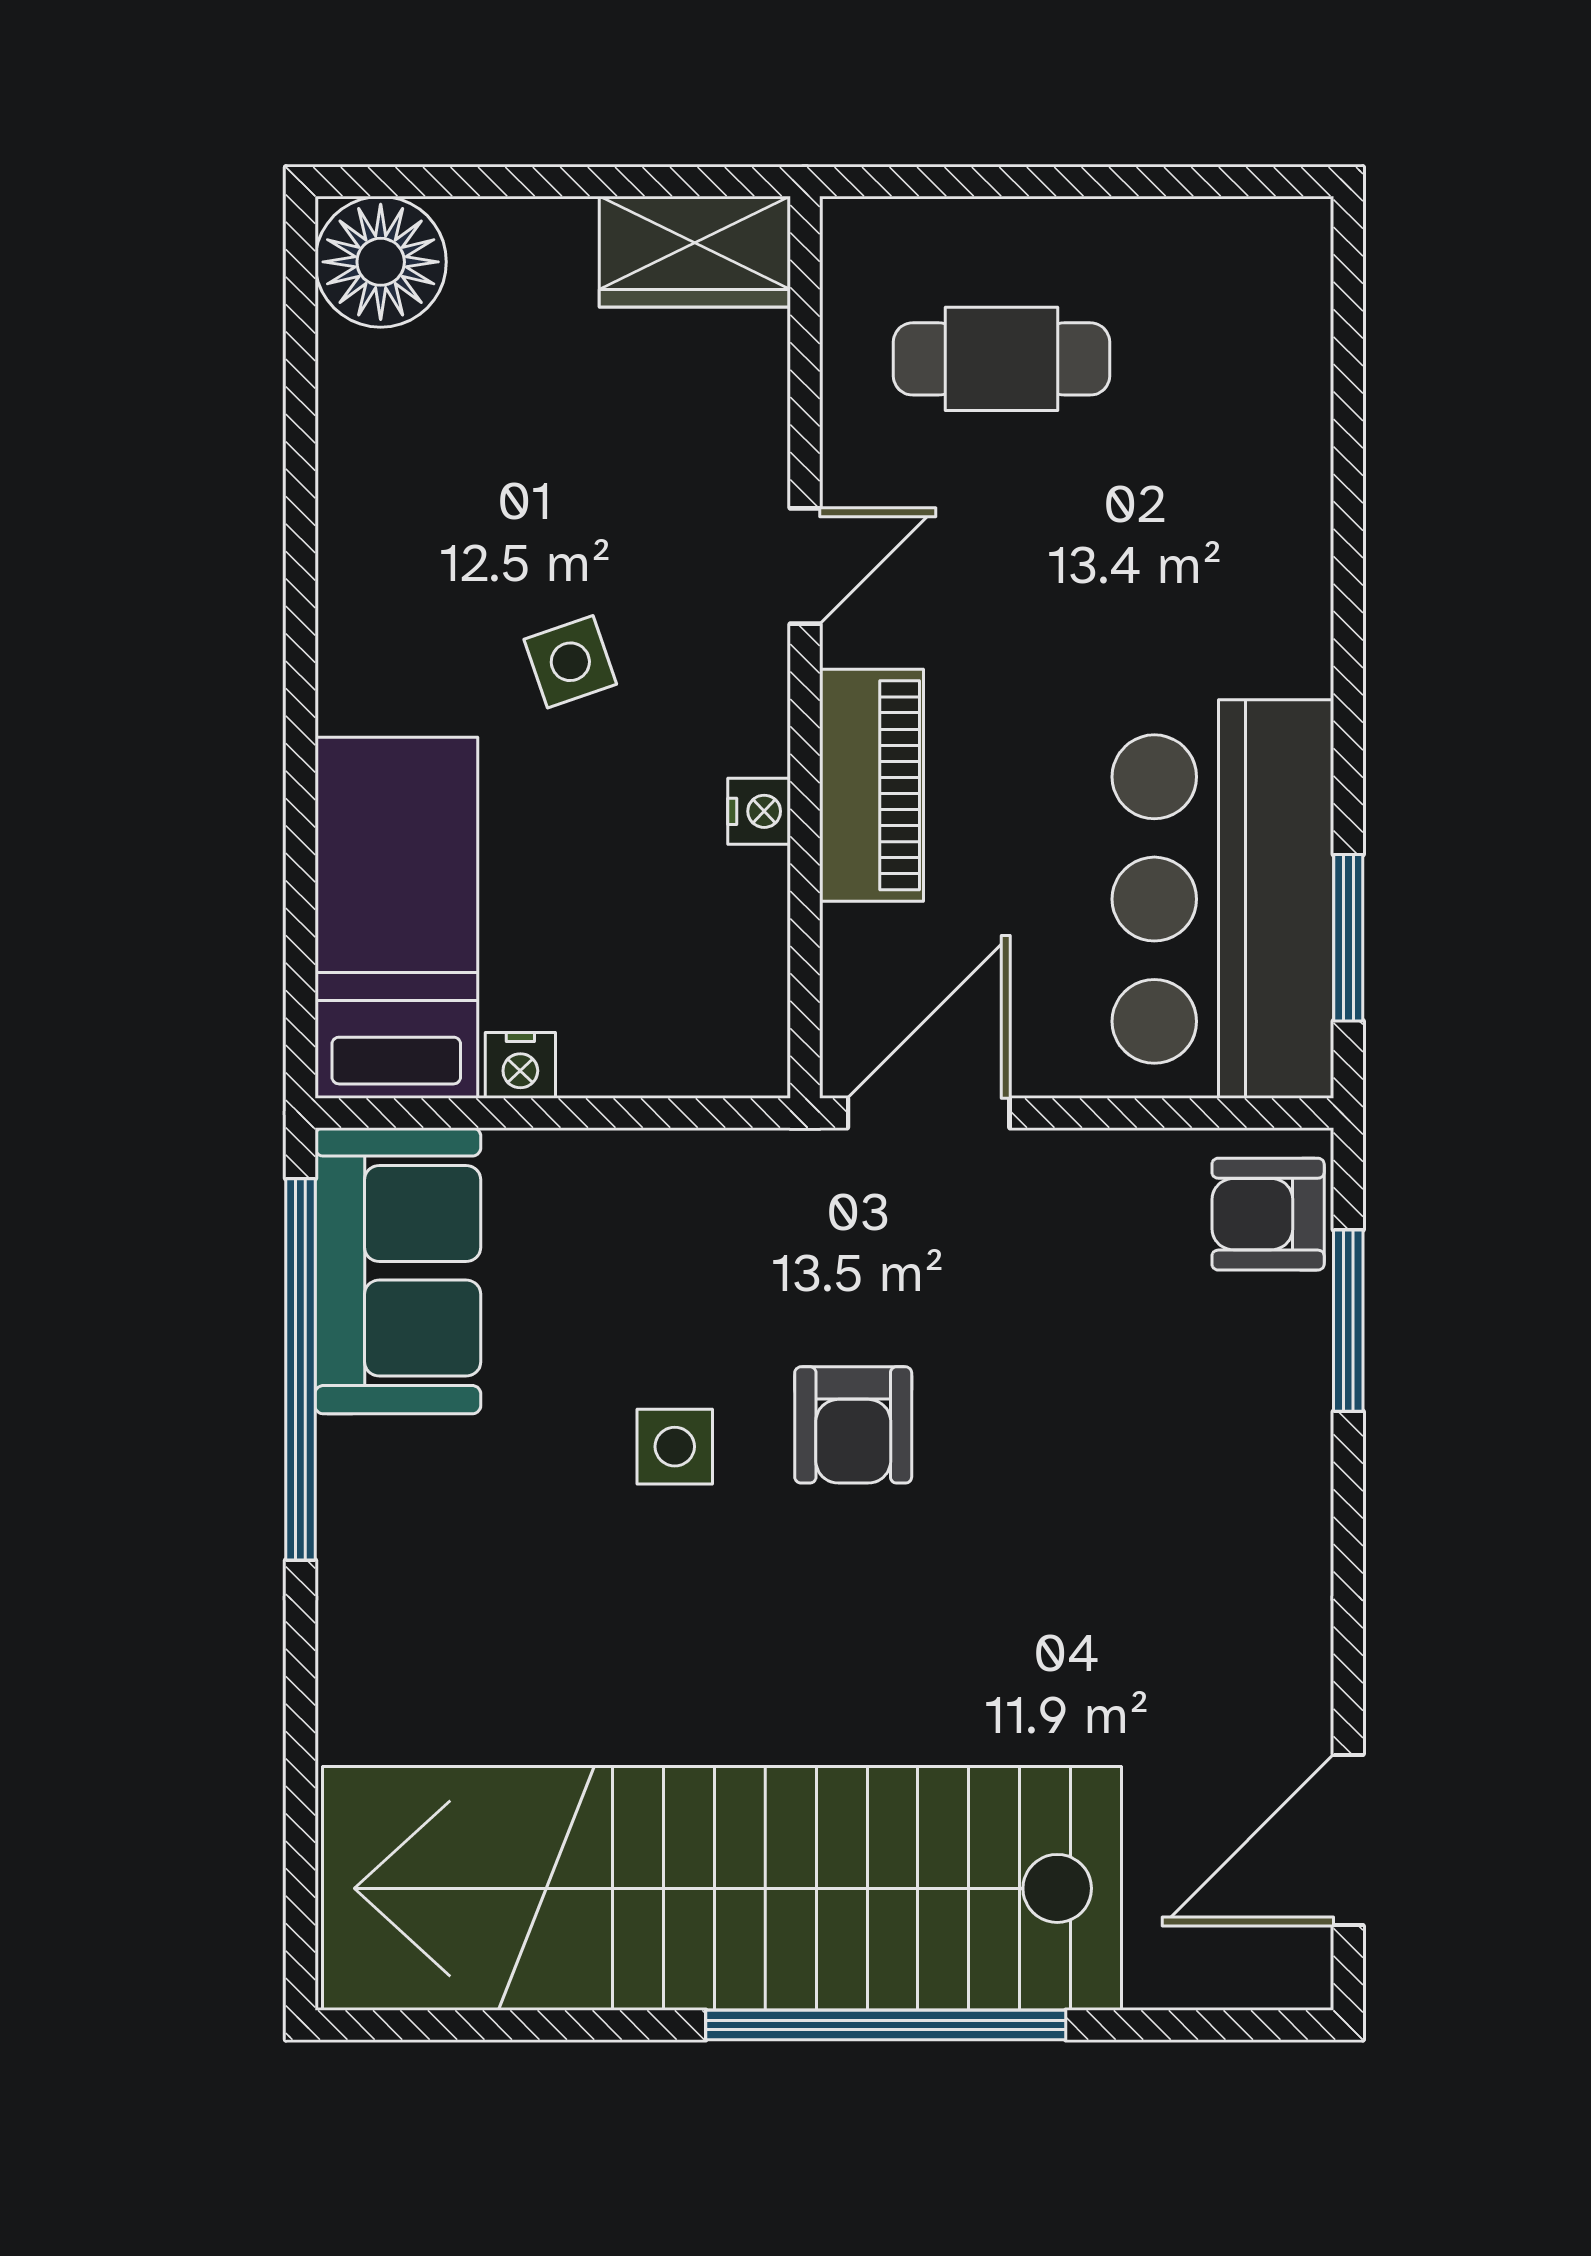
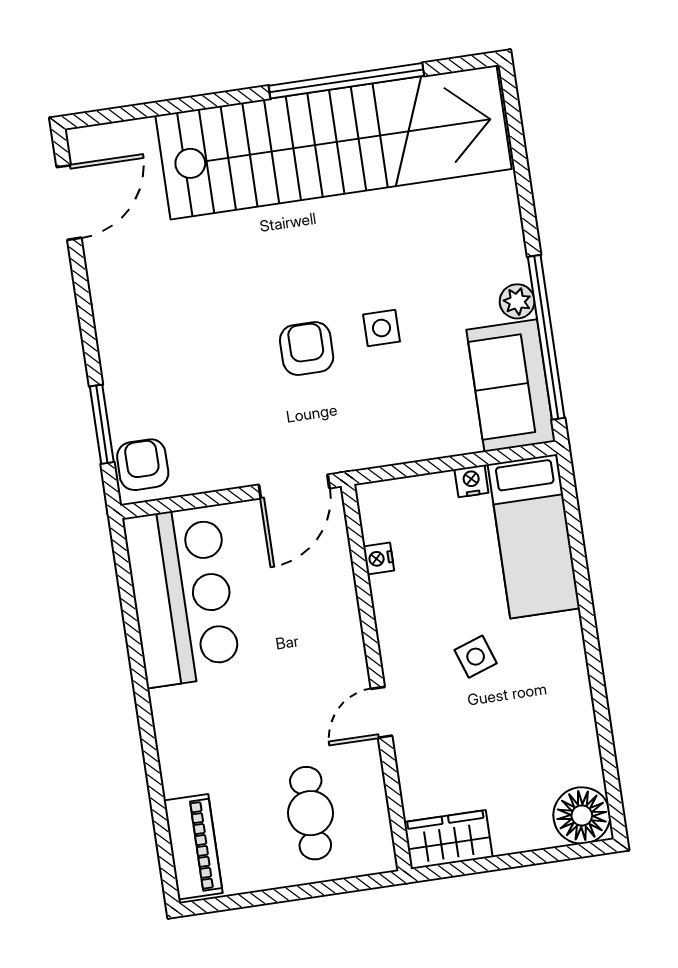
cafe table: (1001, 359) -> (311, 813), turned 90
piano: (871, 785) -> (193, 847), moved, turned 180
nightstand: (759, 811) -> (379, 559), moved
window: (1348, 938) -> (126, 588), removed
armchair: (1268, 1214) -> (143, 465), turned -90
plant: (355, 1462) -> (517, 301), added
window: (886, 2025) -> (346, 81), moved

